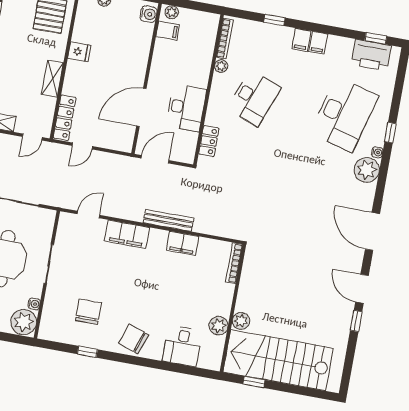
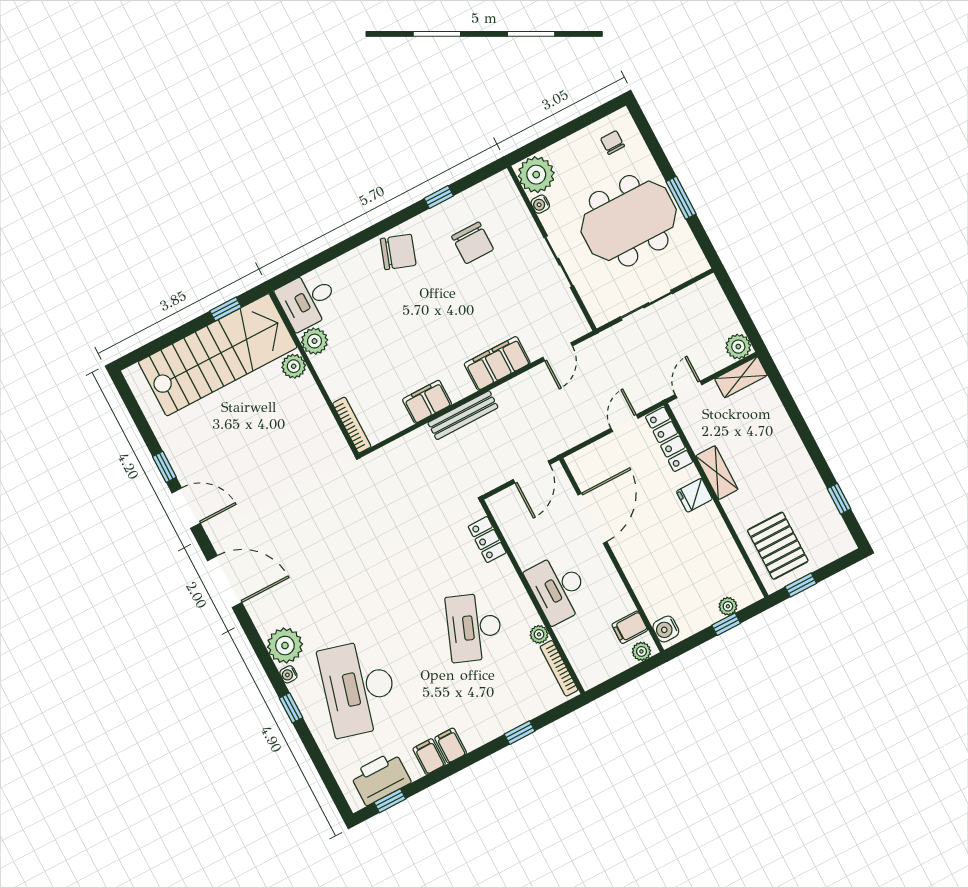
filing cabinet: (301, 40) -> (429, 757), moved
fridge: (79, 52) -> (694, 495), moved
desk: (186, 108) -> (558, 589), moved
desk: (182, 346) -> (308, 300), moved, turned -90

